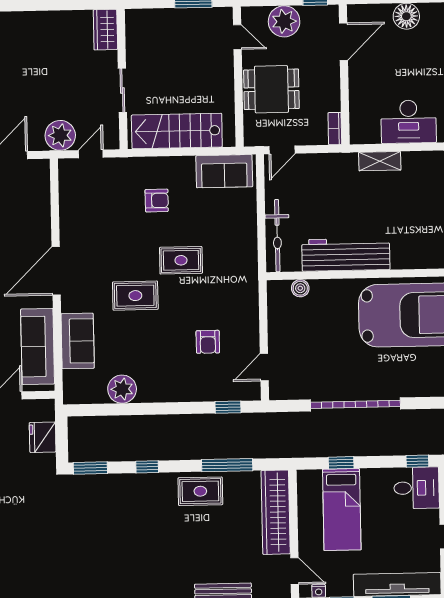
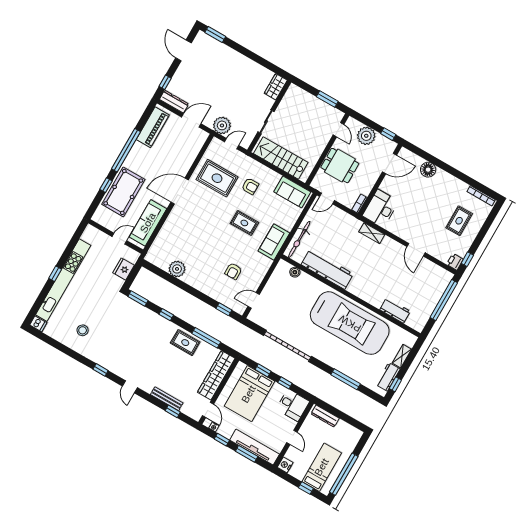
desk: (409, 122) -> (381, 208), moved, turned 90
rug: (135, 296) -> (217, 178), moved, width x1.36, depth x1.43
sofa: (78, 341) -> (274, 242), moved, turned 180
window: (417, 461) -> (285, 383), moved
bed: (342, 510) -> (249, 394), width x1.50
stool: (37, 565) -> (83, 330), added

